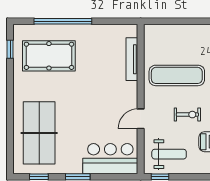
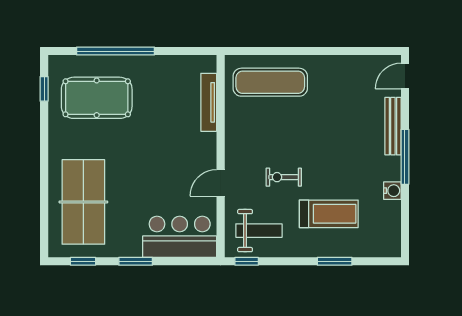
exercise mat: (177, 75) -> (270, 82), moved
exercise bike: (187, 115) -> (284, 177), turned 180

